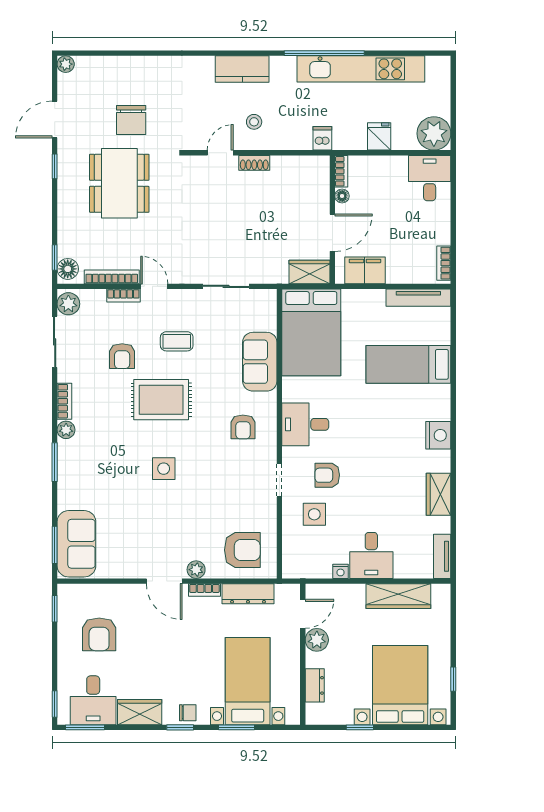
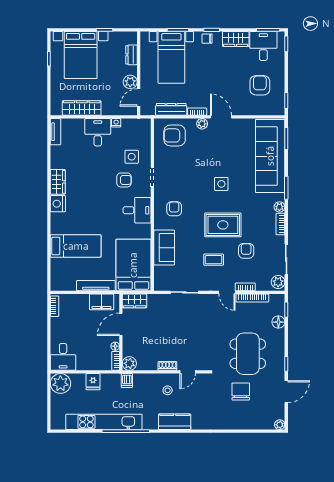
plant: (318, 167) -> (129, 363), added
floor lamp: (68, 269) -> (278, 322), moved
tv unit: (418, 298) -> (96, 286), moved
wardrobe: (439, 494) -> (58, 182), moved
sofa: (76, 544) -> (270, 156), width x1.85, depth x1.27

